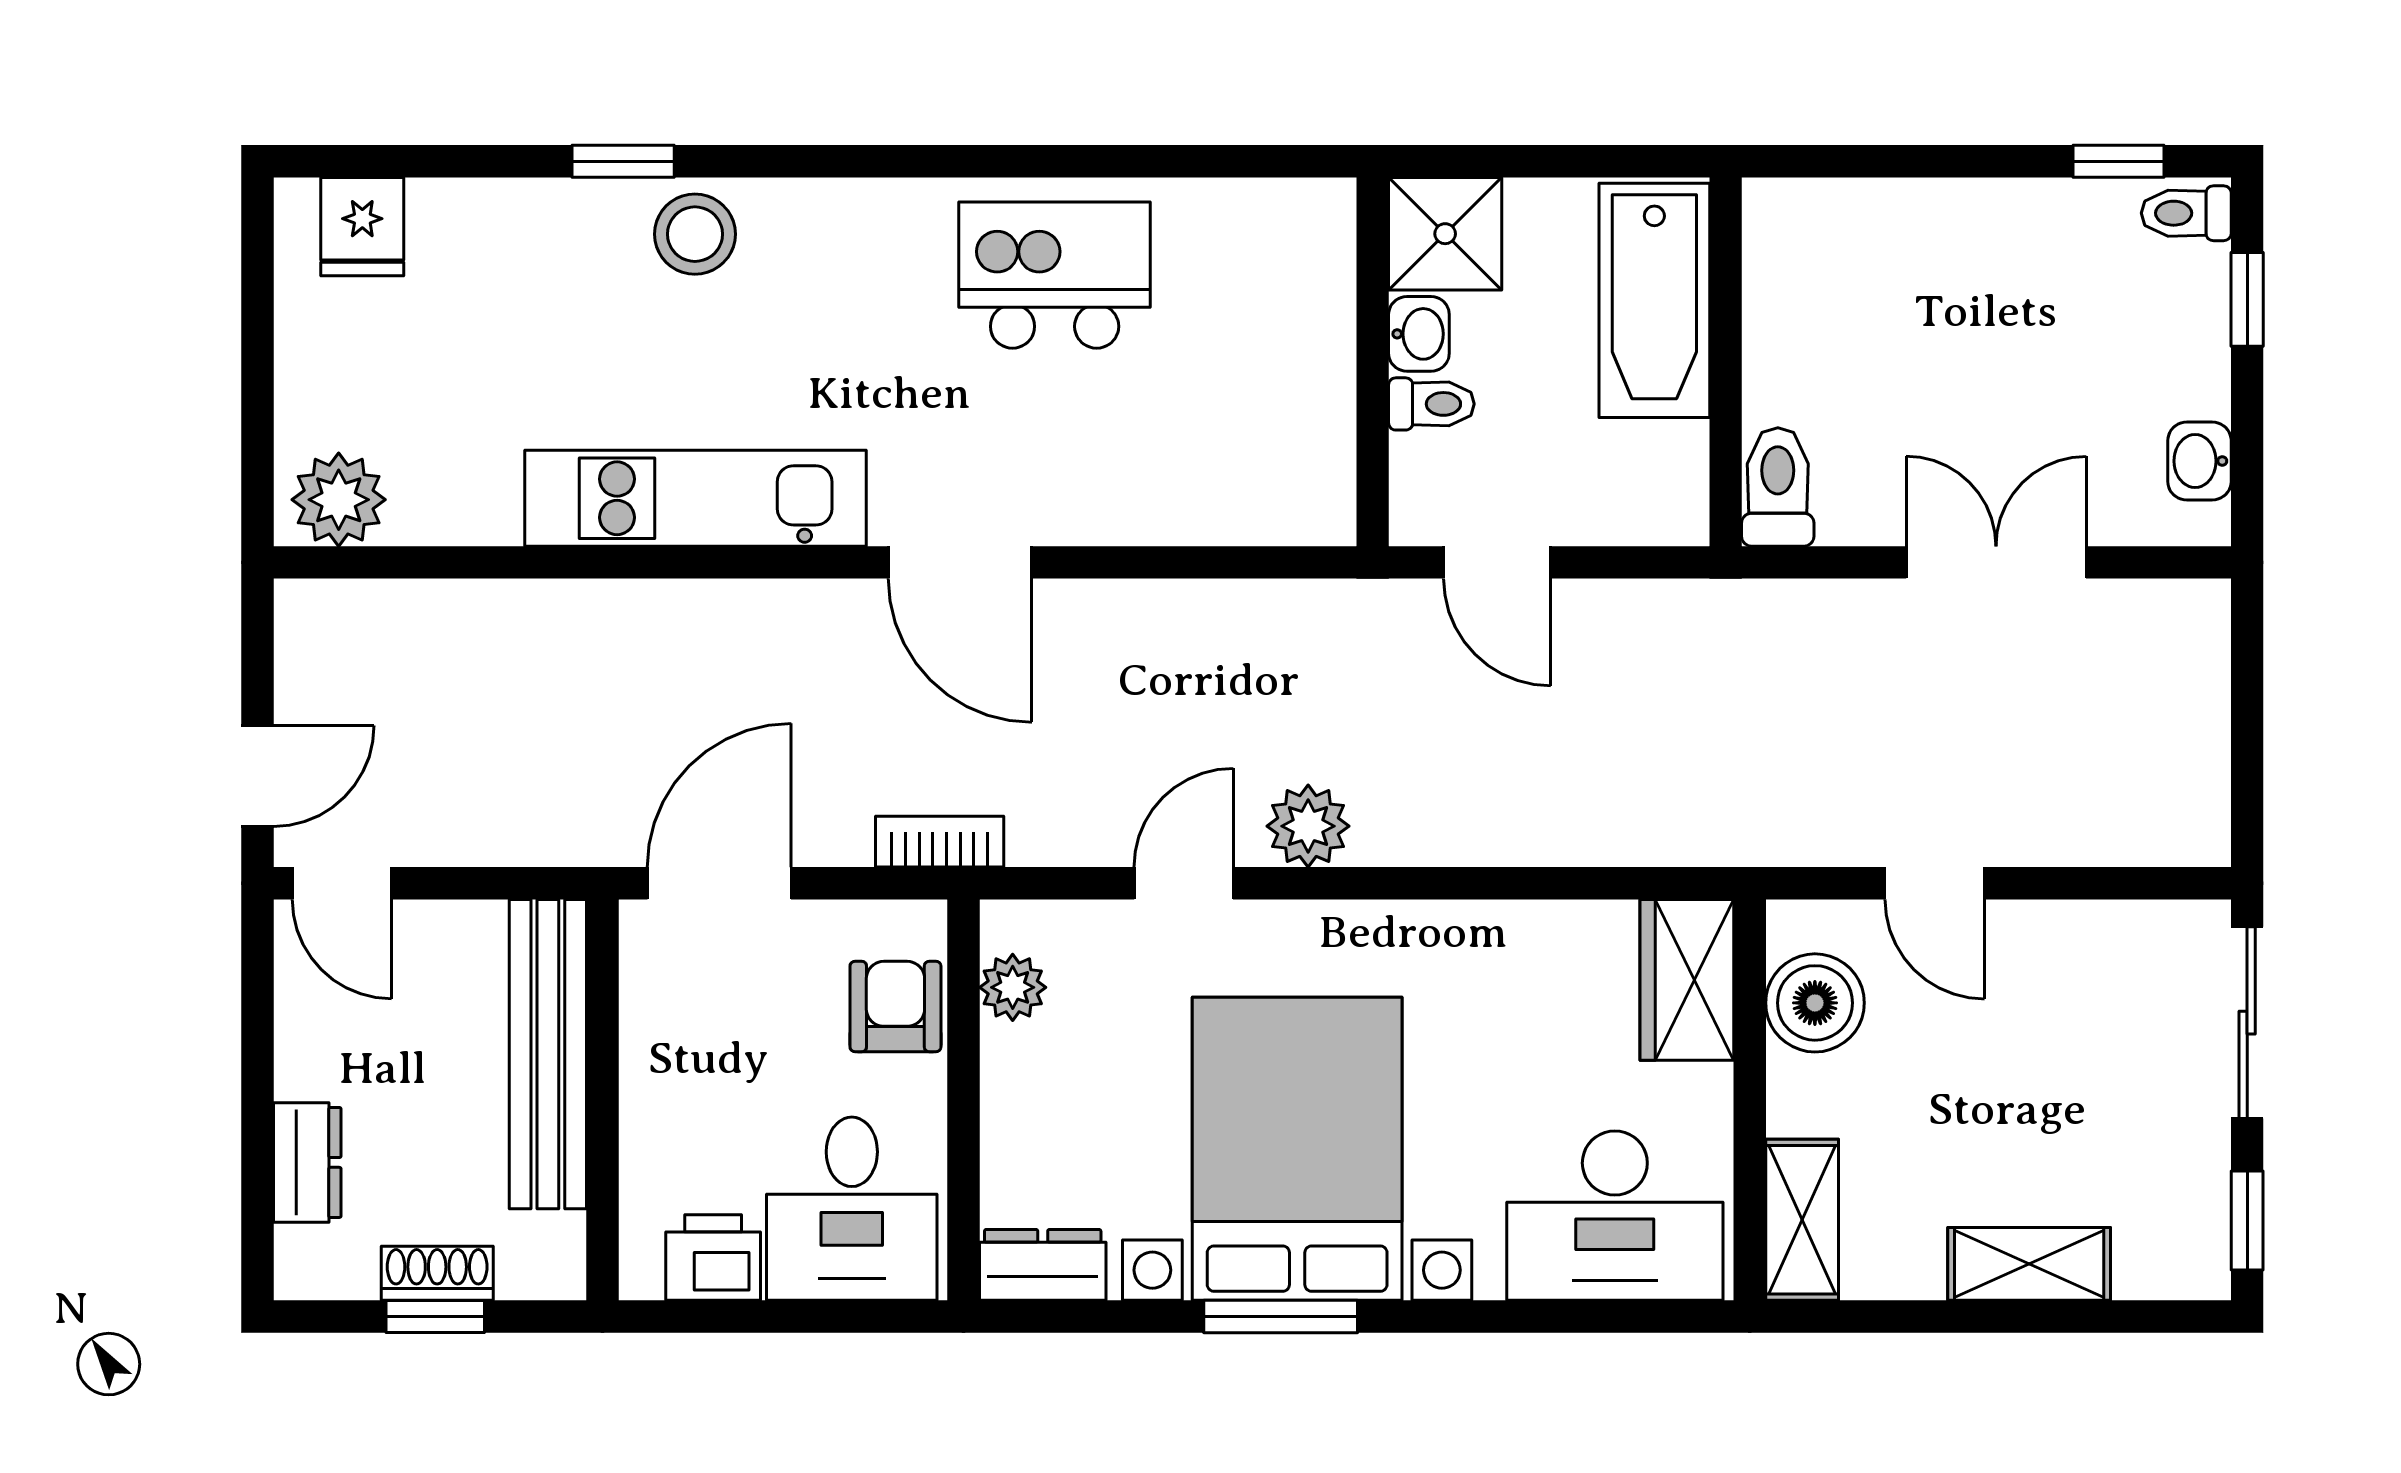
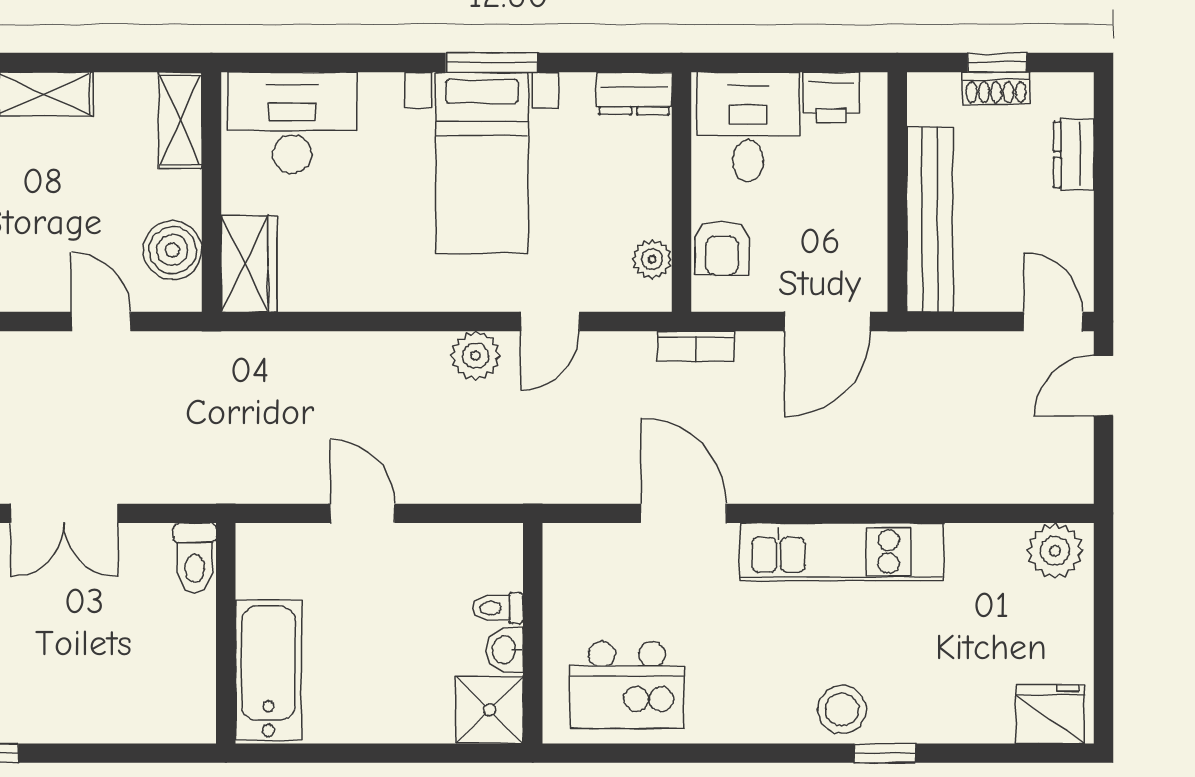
fridge: (362, 227) -> (1050, 714), width x1.38
shower: (1445, 234) -> (489, 710), moved
washbasin: (1419, 334) -> (505, 650), moved
wall: (1373, 362) -> (533, 633), moved
toilet: (1431, 404) -> (498, 608), moved
bed with nightstands: (1297, 1149) -> (482, 163), width x0.73

